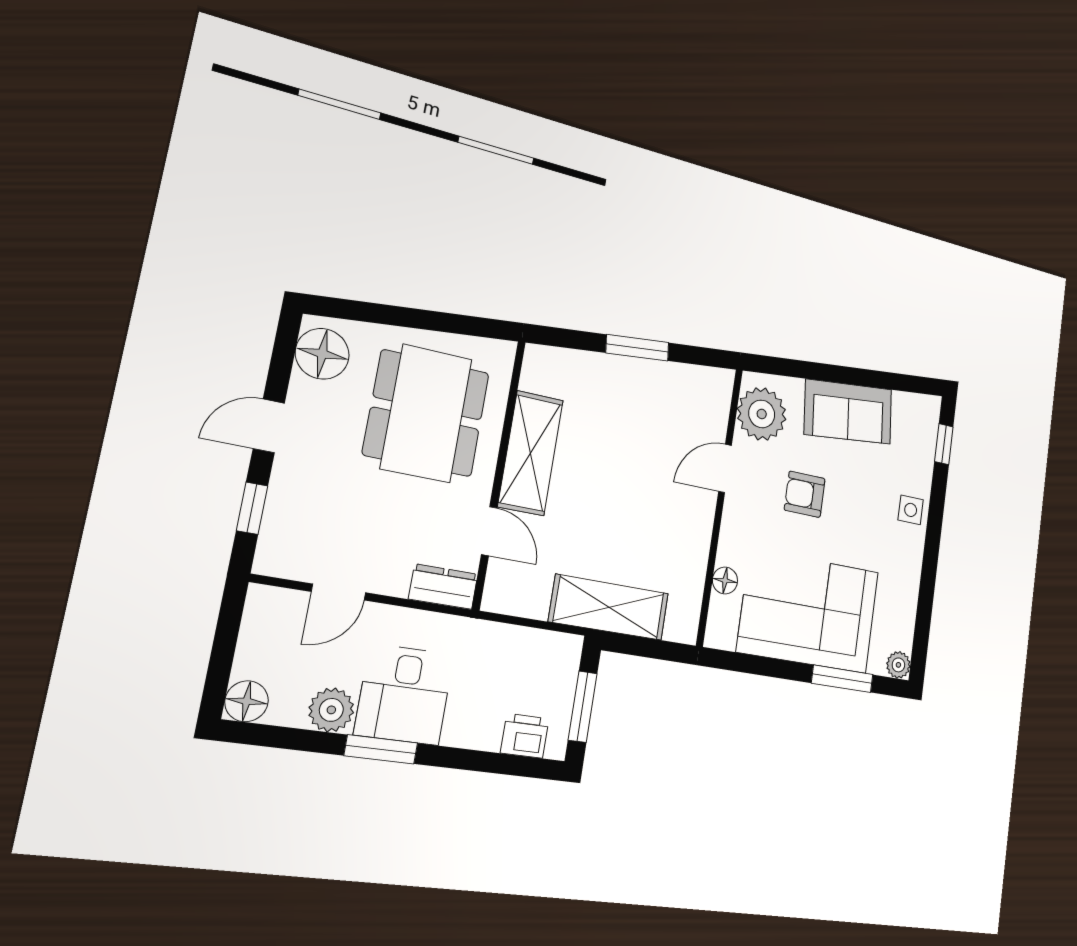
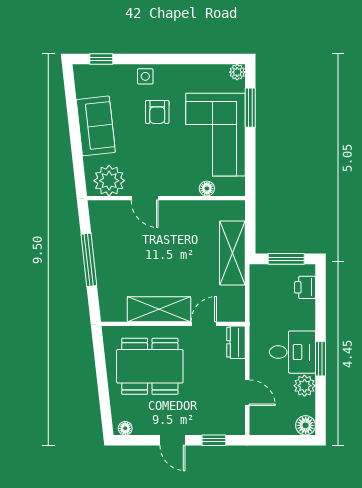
window: (637, 348) -> (89, 260), width x1.44
floor lamp: (322, 354) -> (125, 428), width x0.53, depth x0.53
armchair: (805, 494) -> (157, 112), moved

